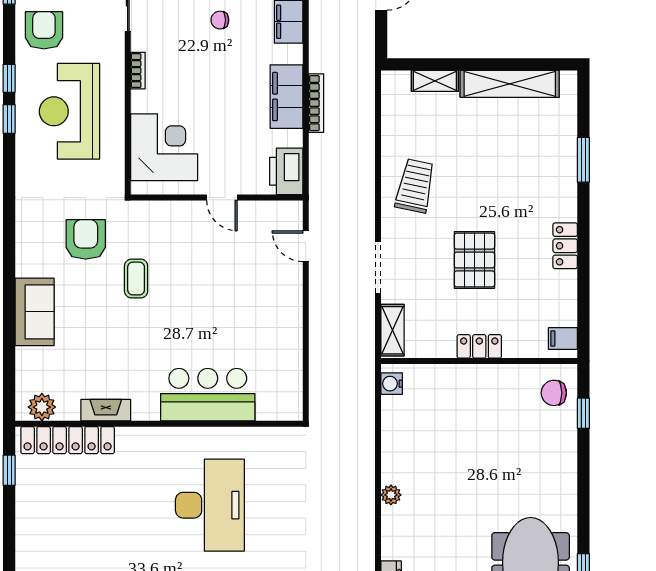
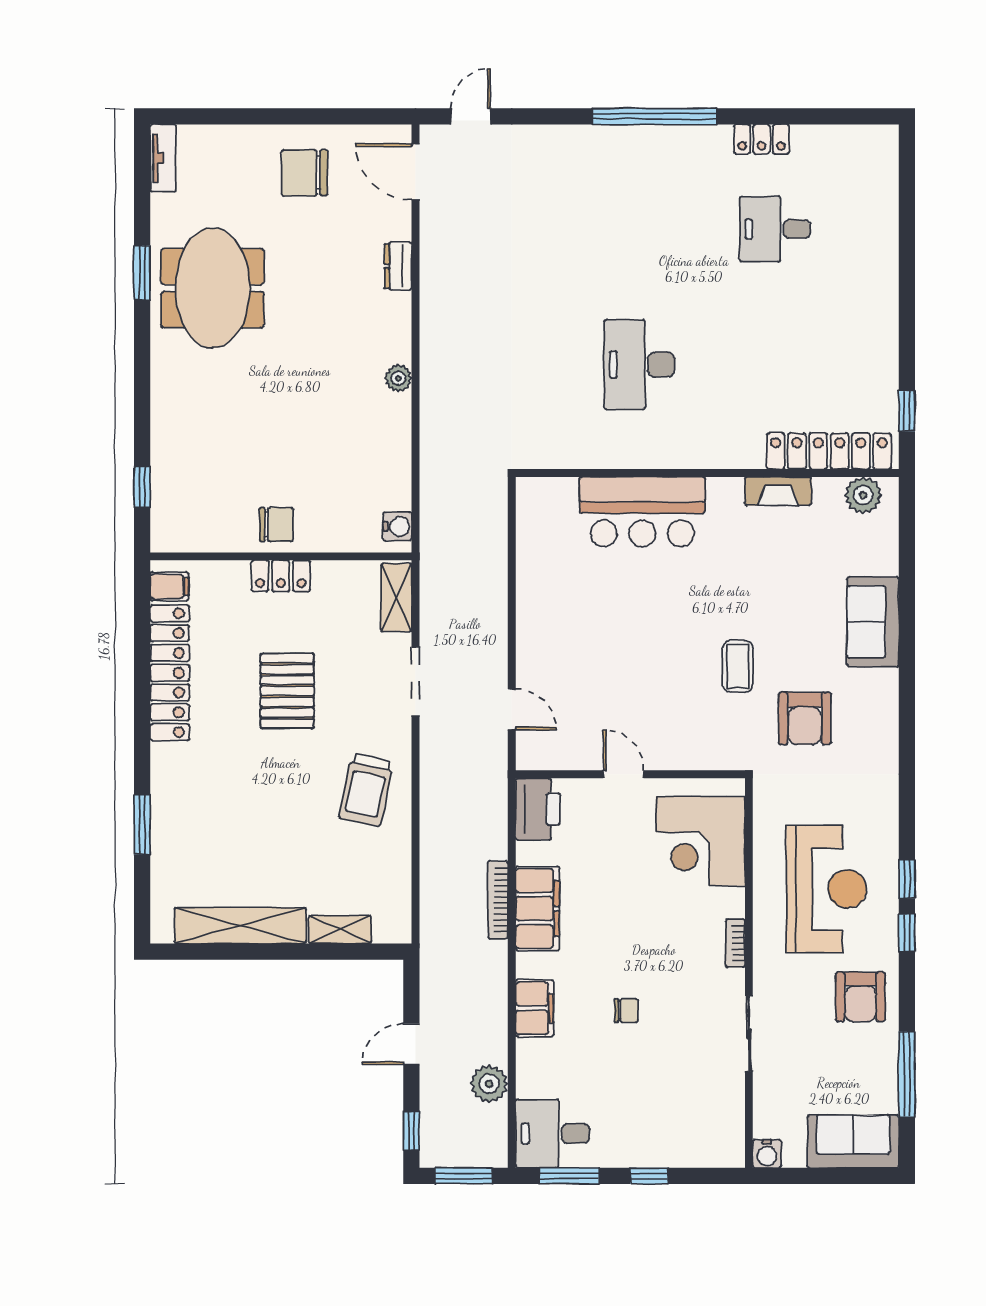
locker: (565, 246) -> (170, 673), width x2.16, depth x1.21
chair: (554, 393) -> (276, 524), moved
desk: (210, 505) -> (639, 365), width x0.73, depth x0.77

